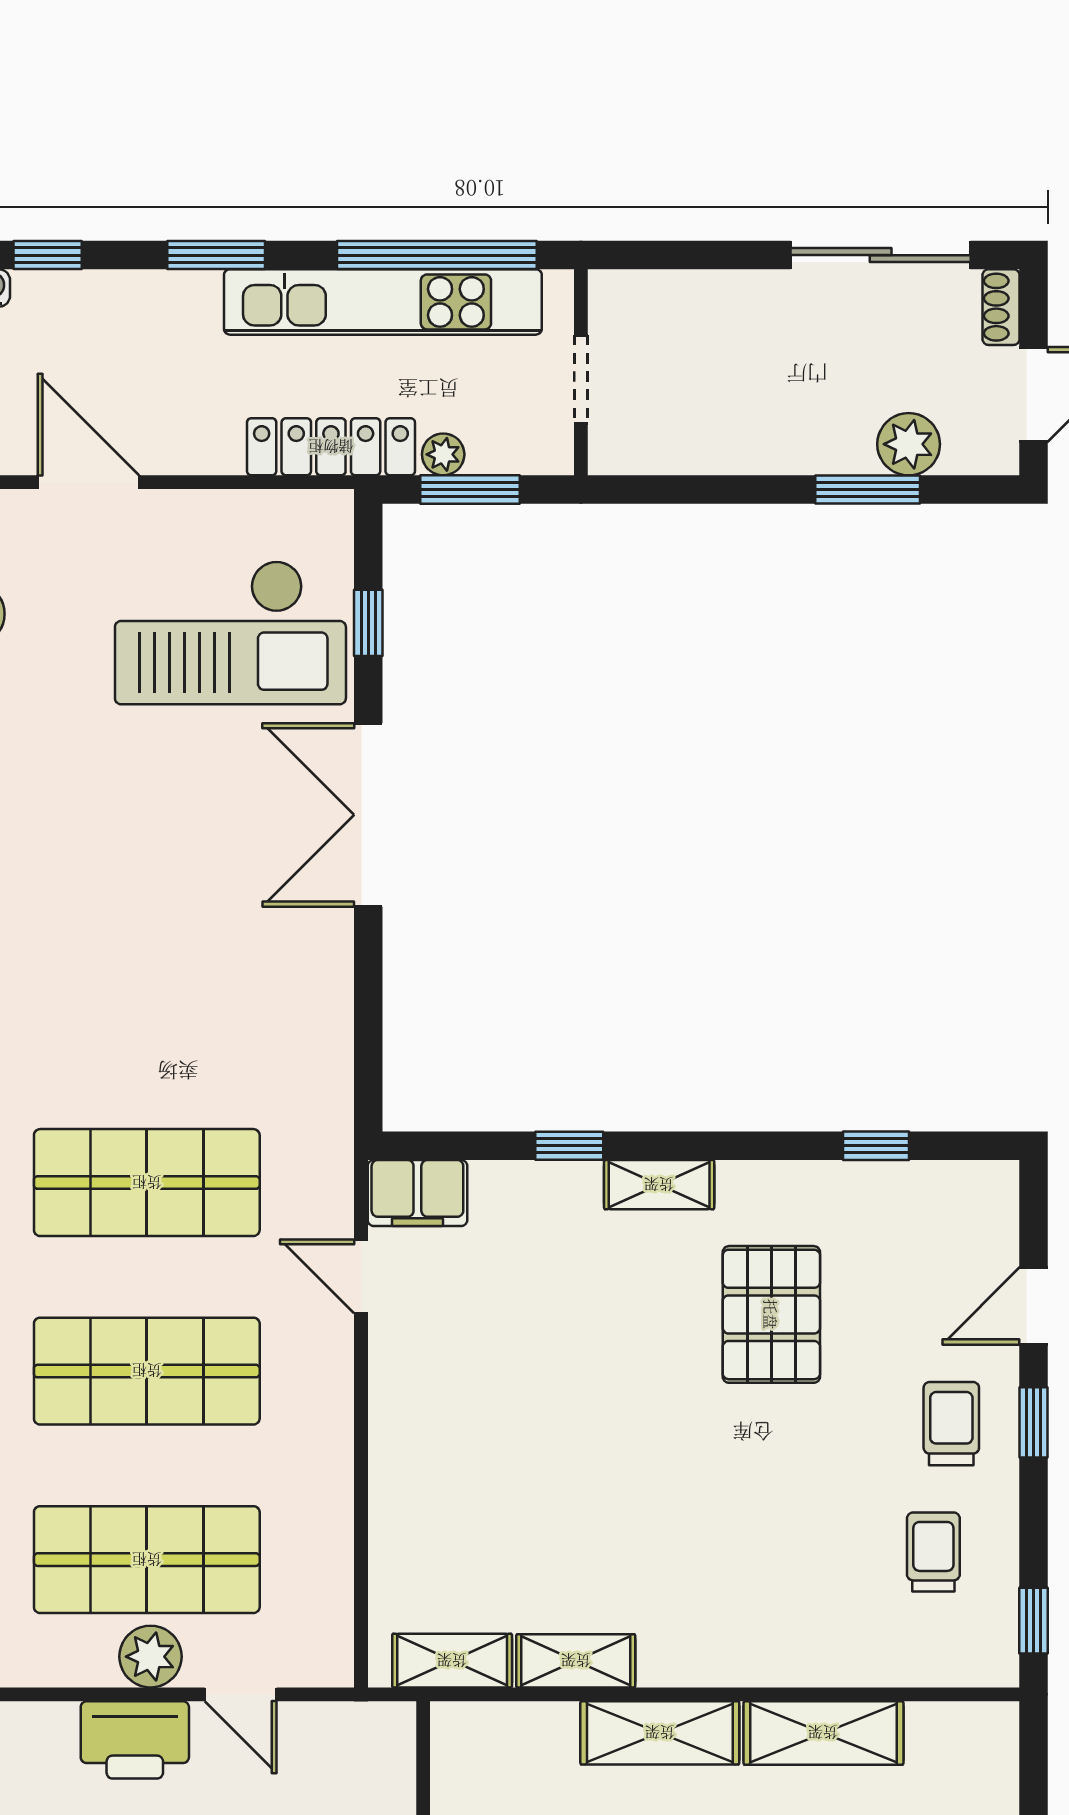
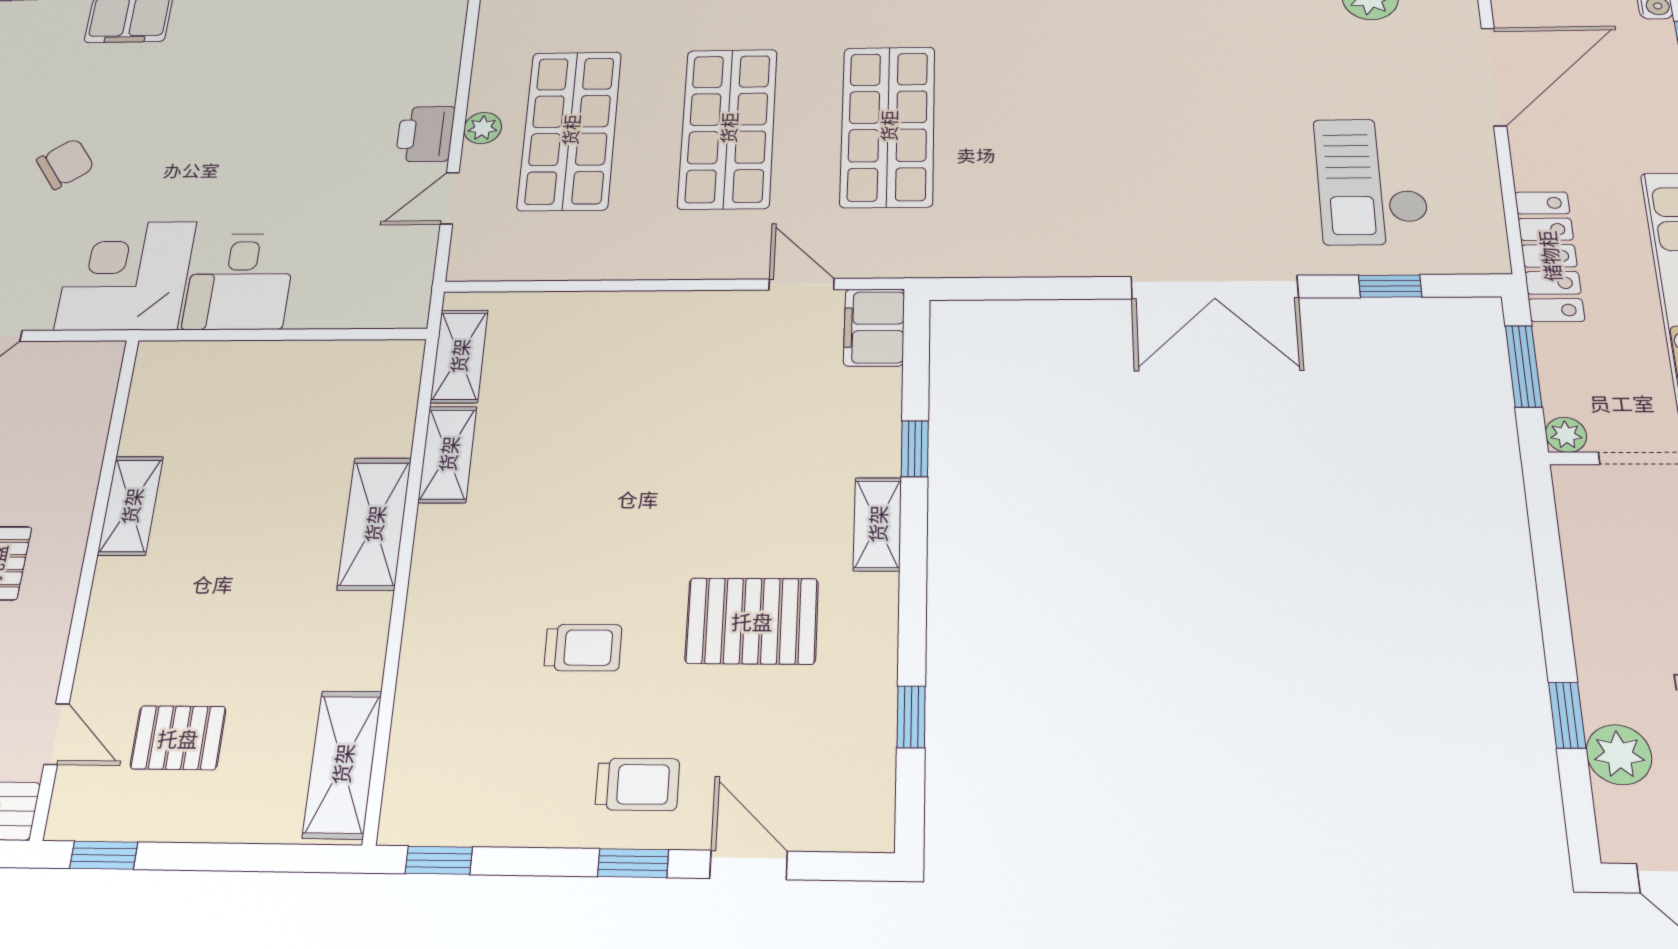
plant: (443, 454) -> (1566, 435), moved
door: (88, 482) -> (1494, 77), width x1.36
window: (868, 490) -> (1567, 715), width x0.67
checkout: (230, 632) -> (1371, 181), width x0.73, depth x0.83
double door: (368, 815) -> (1214, 287), swing flipped
door: (361, 1276) -> (802, 284), hinge flipped
trolley: (933, 1552) -> (583, 648), moved
plant: (150, 1657) -> (483, 128), width x0.73, depth x0.73
shelving: (823, 1733) -> (342, 764), moved
printer: (135, 1740) -> (425, 134), width x0.73, depth x0.84

